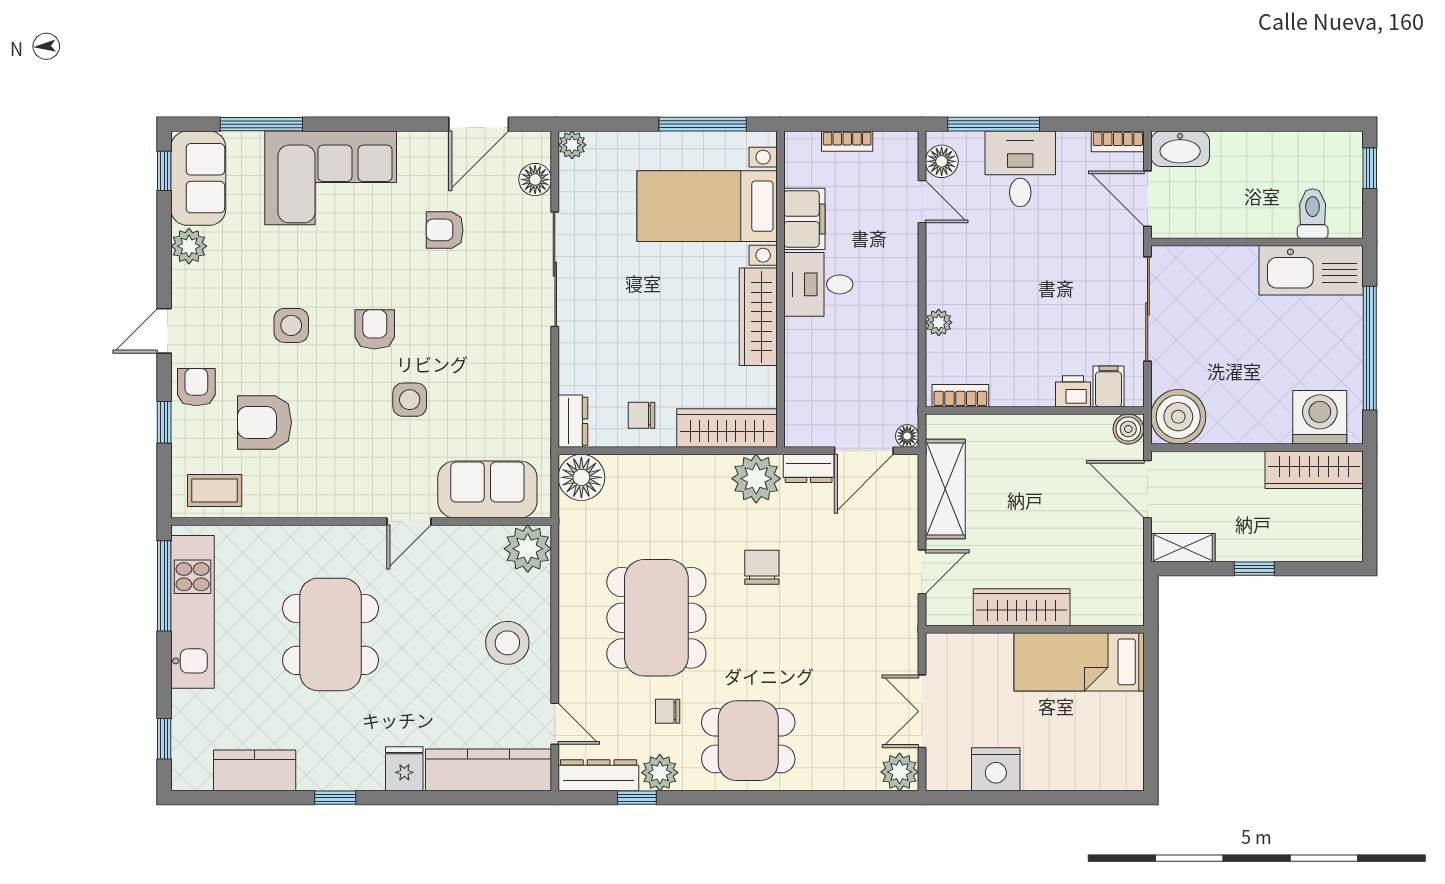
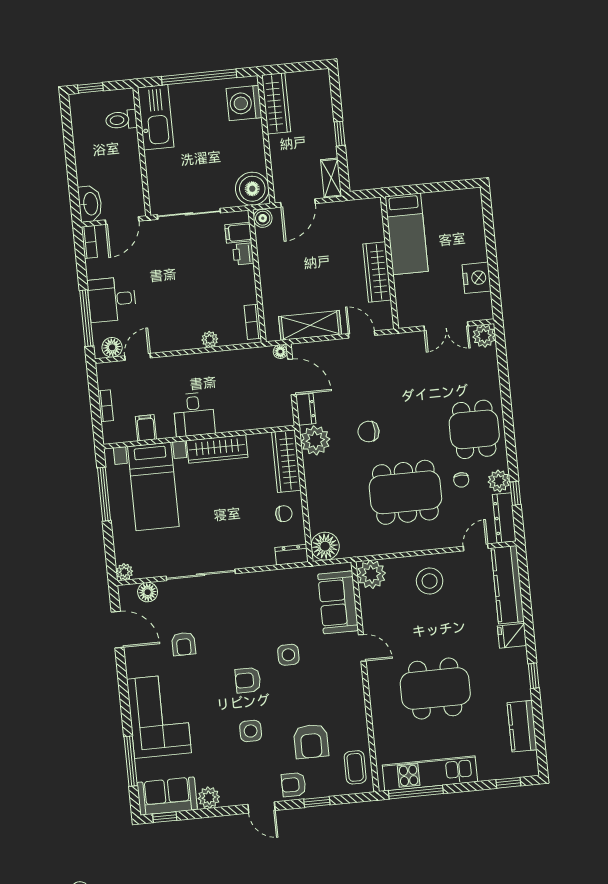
filing cabinet: (804, 219) -> (146, 428), width x0.50
chair: (641, 415) -> (284, 514), turned -90

